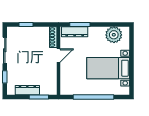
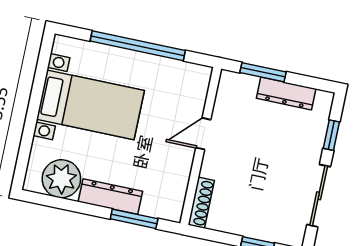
dresser: (75, 32) -> (110, 196), moved
door: (58, 56) -> (203, 134), moved

